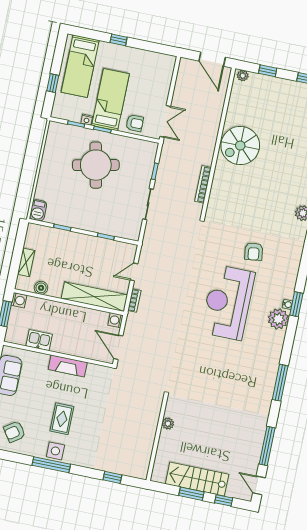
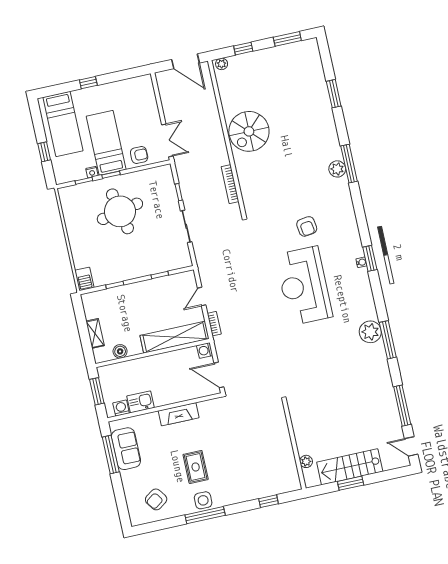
washing machine: (19, 300) -> (121, 408), moved, turned -90
plant: (278, 319) -> (370, 332), moved
plant: (168, 424) -> (306, 461), moved
window: (224, 500) -> (384, 476), removed

